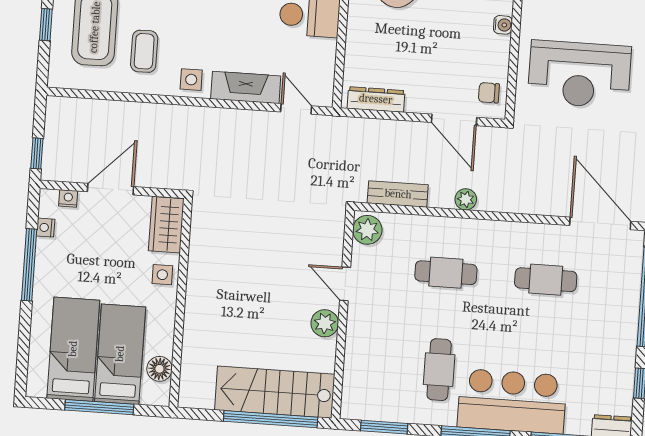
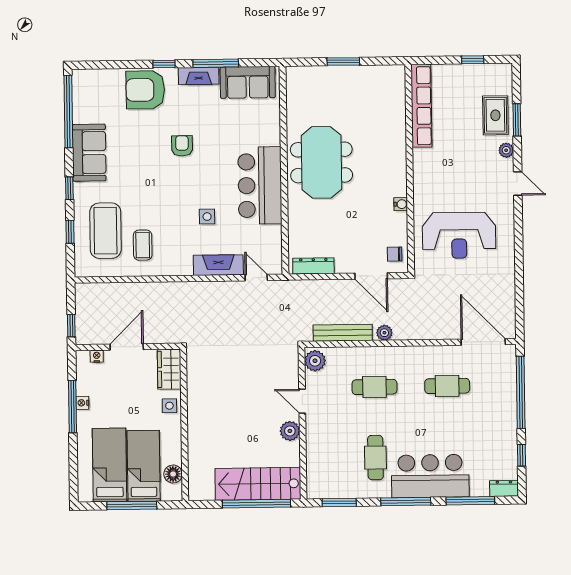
side table: (191, 80) -> (207, 217), moved
bench: (398, 194) -> (343, 333), width x1.36
nightstand: (46, 228) -> (82, 403), moved

